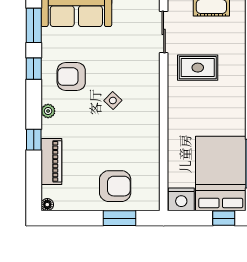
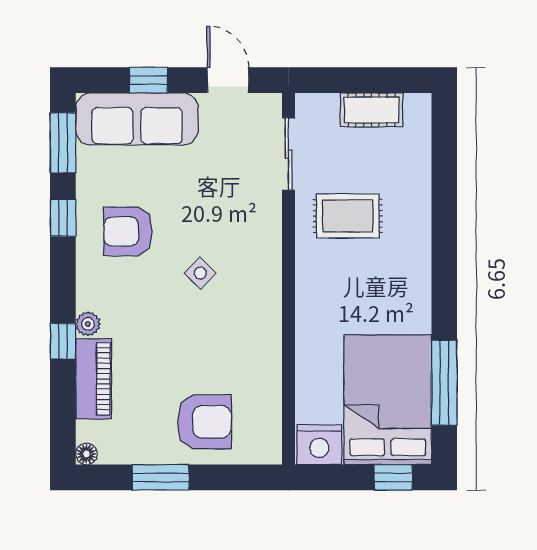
plant: (48, 111) -> (88, 324), moved
window: (120, 218) -> (161, 477), moved

